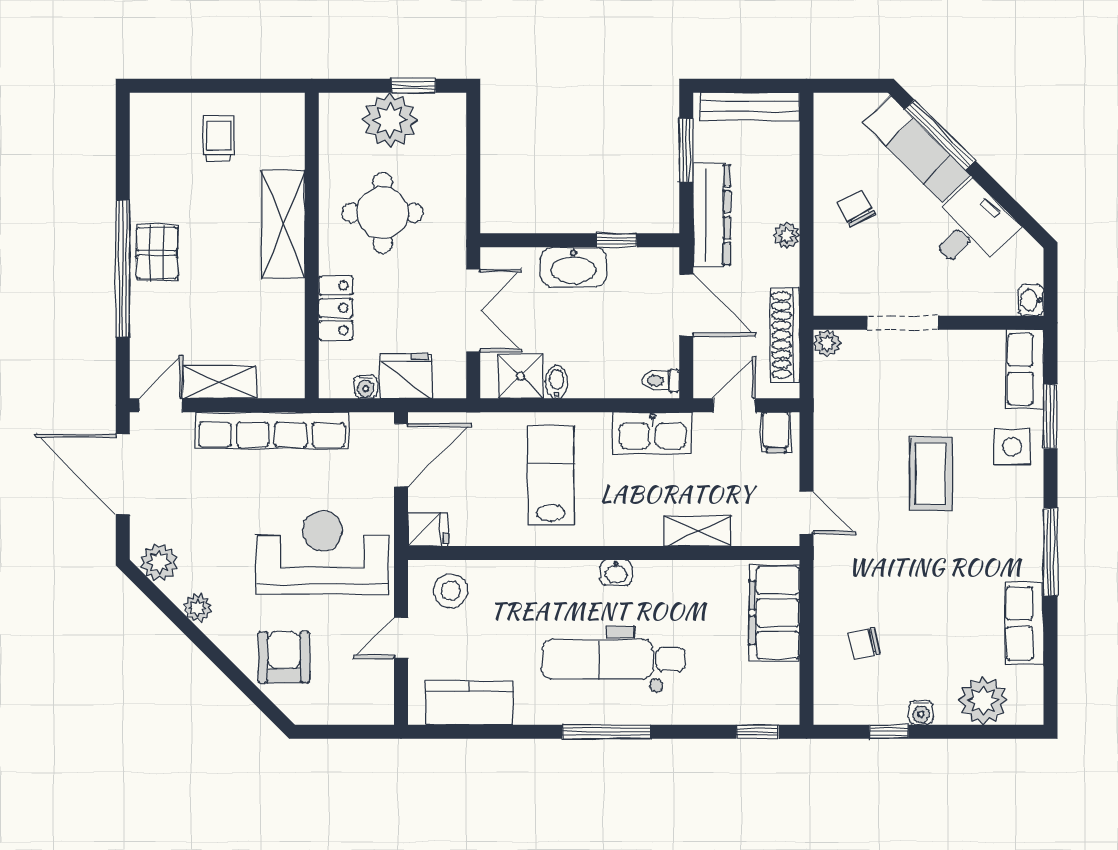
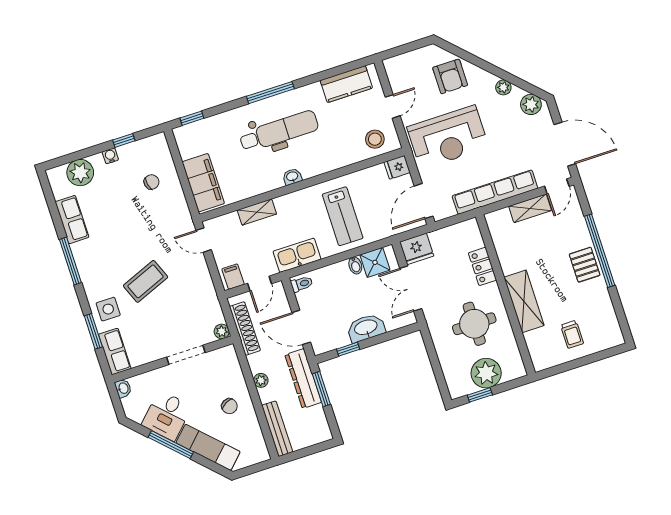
bench: (750, 106) -> (277, 429), moved, turned 90
window: (940, 135) -> (171, 445), moved
window: (686, 150) -> (321, 389), moved
fridge: (406, 376) -> (417, 249), moved
water cooler: (366, 387) -> (454, 231), removed
coffee table: (931, 474) -> (146, 281), turned 68

